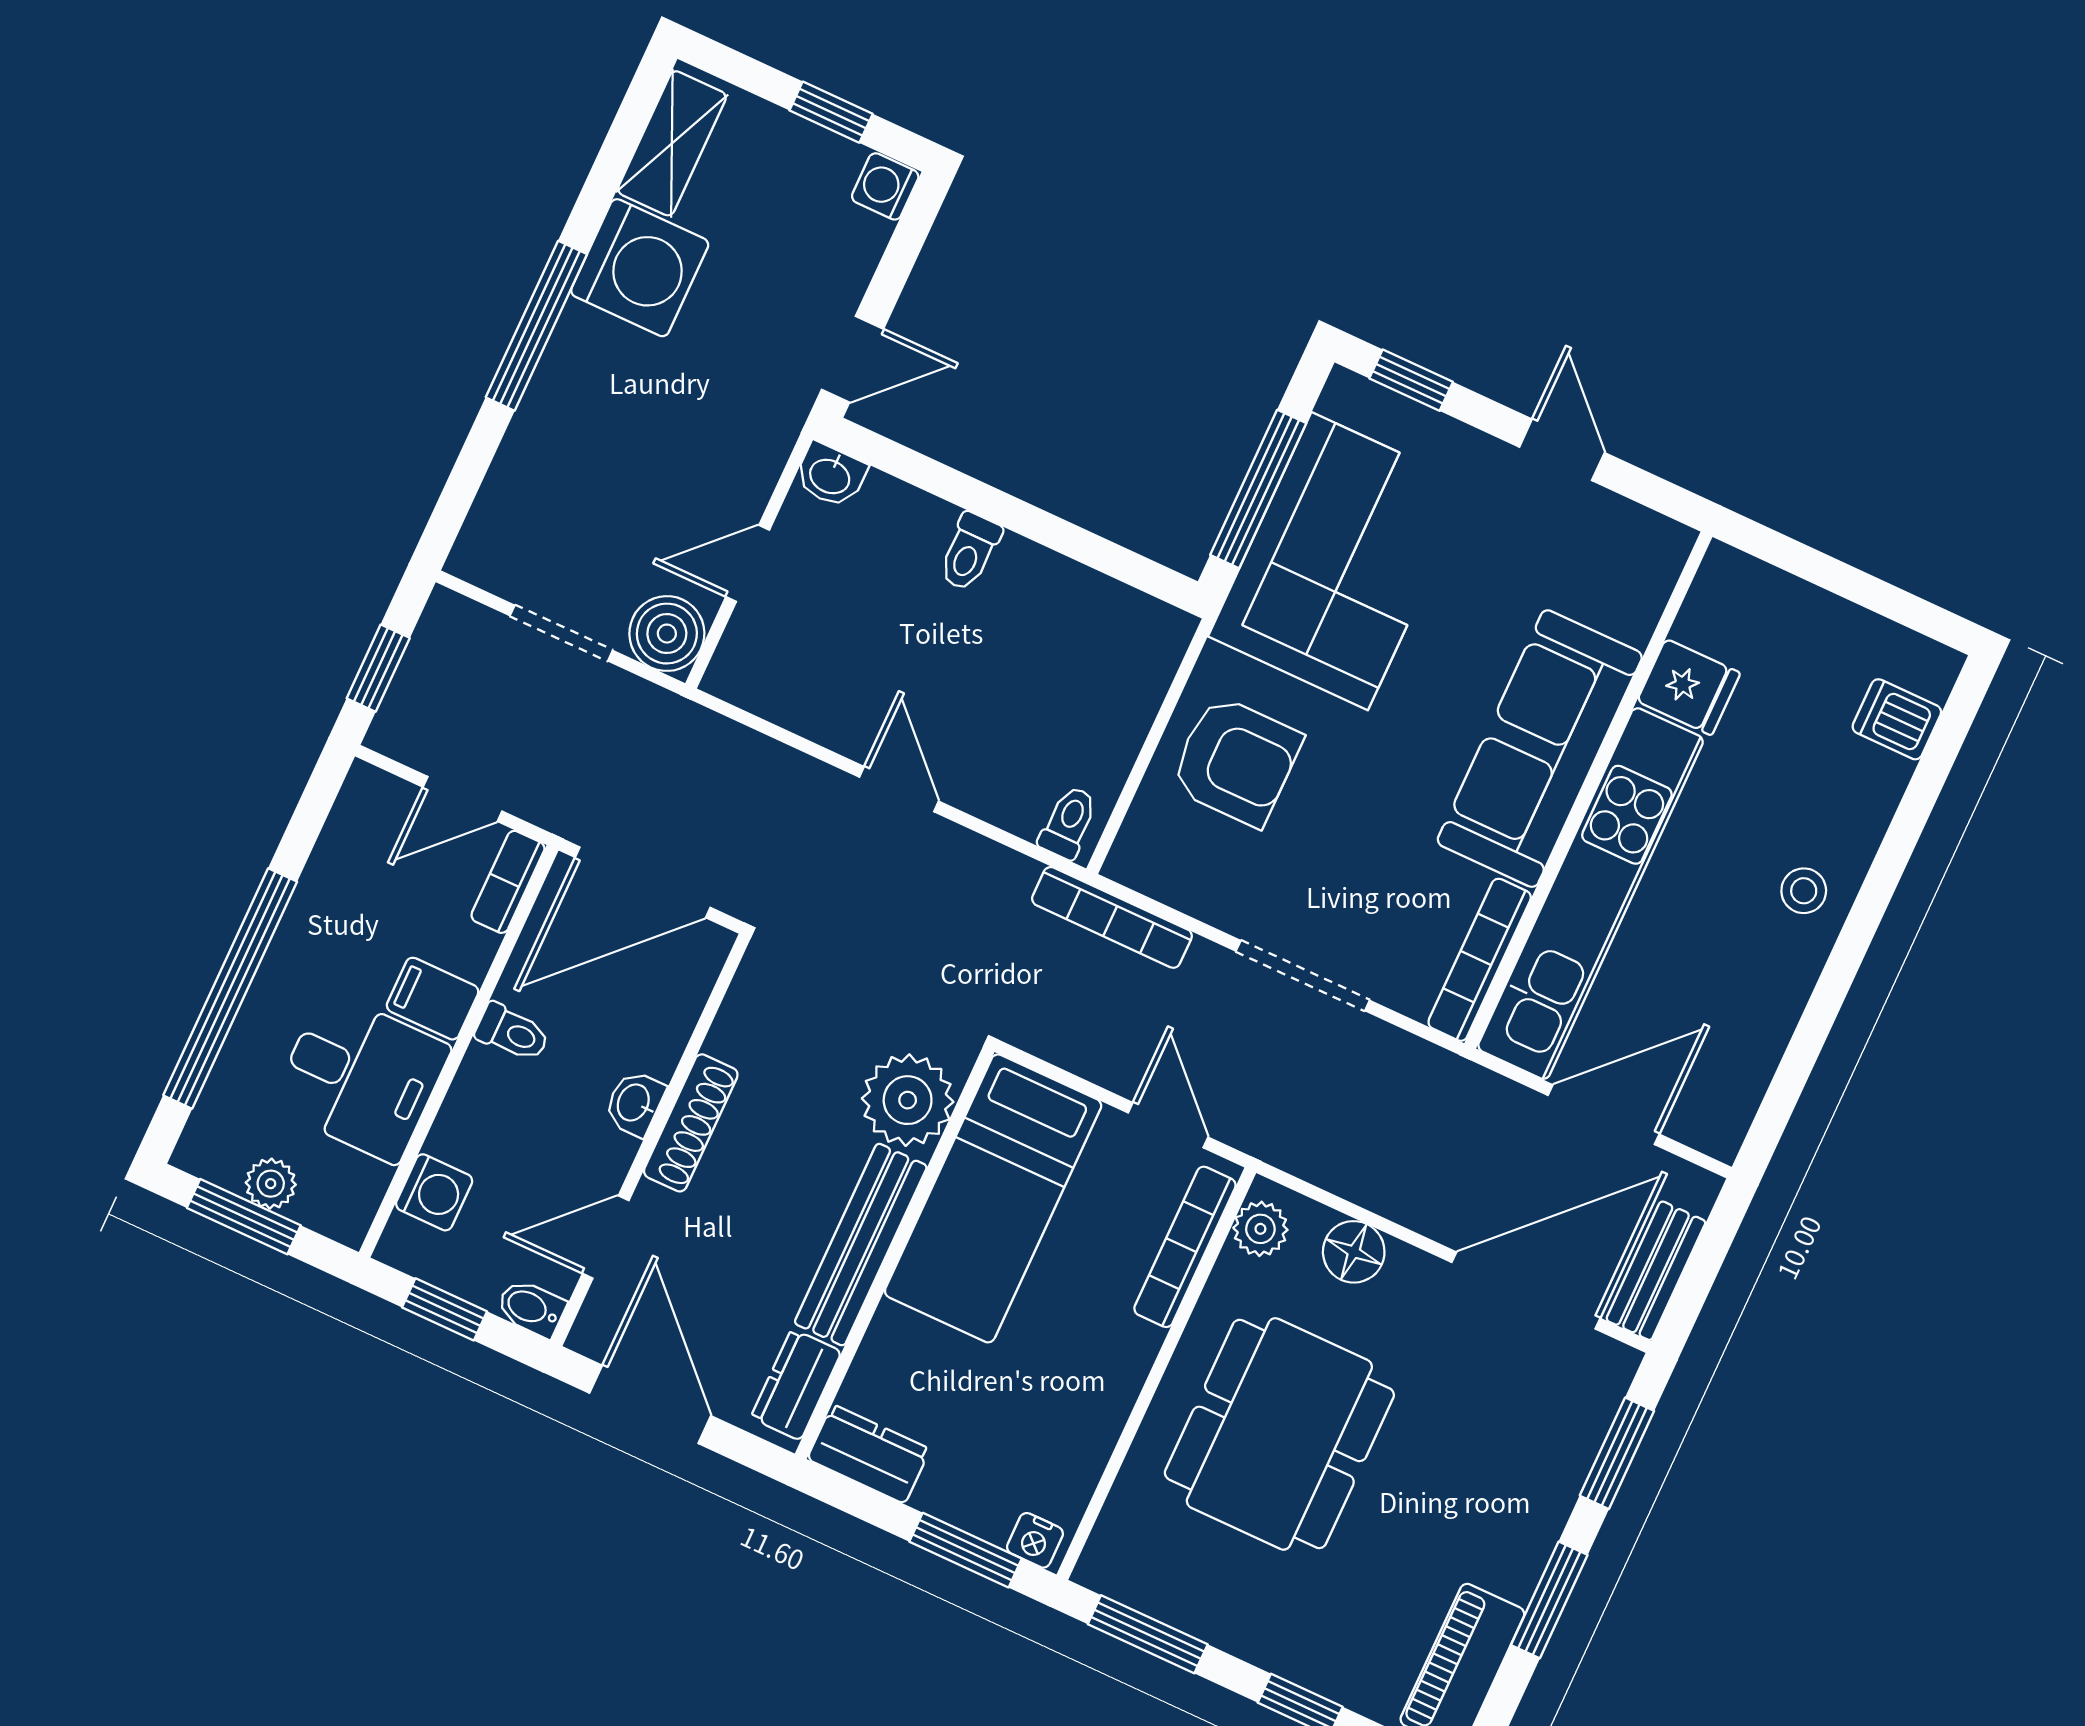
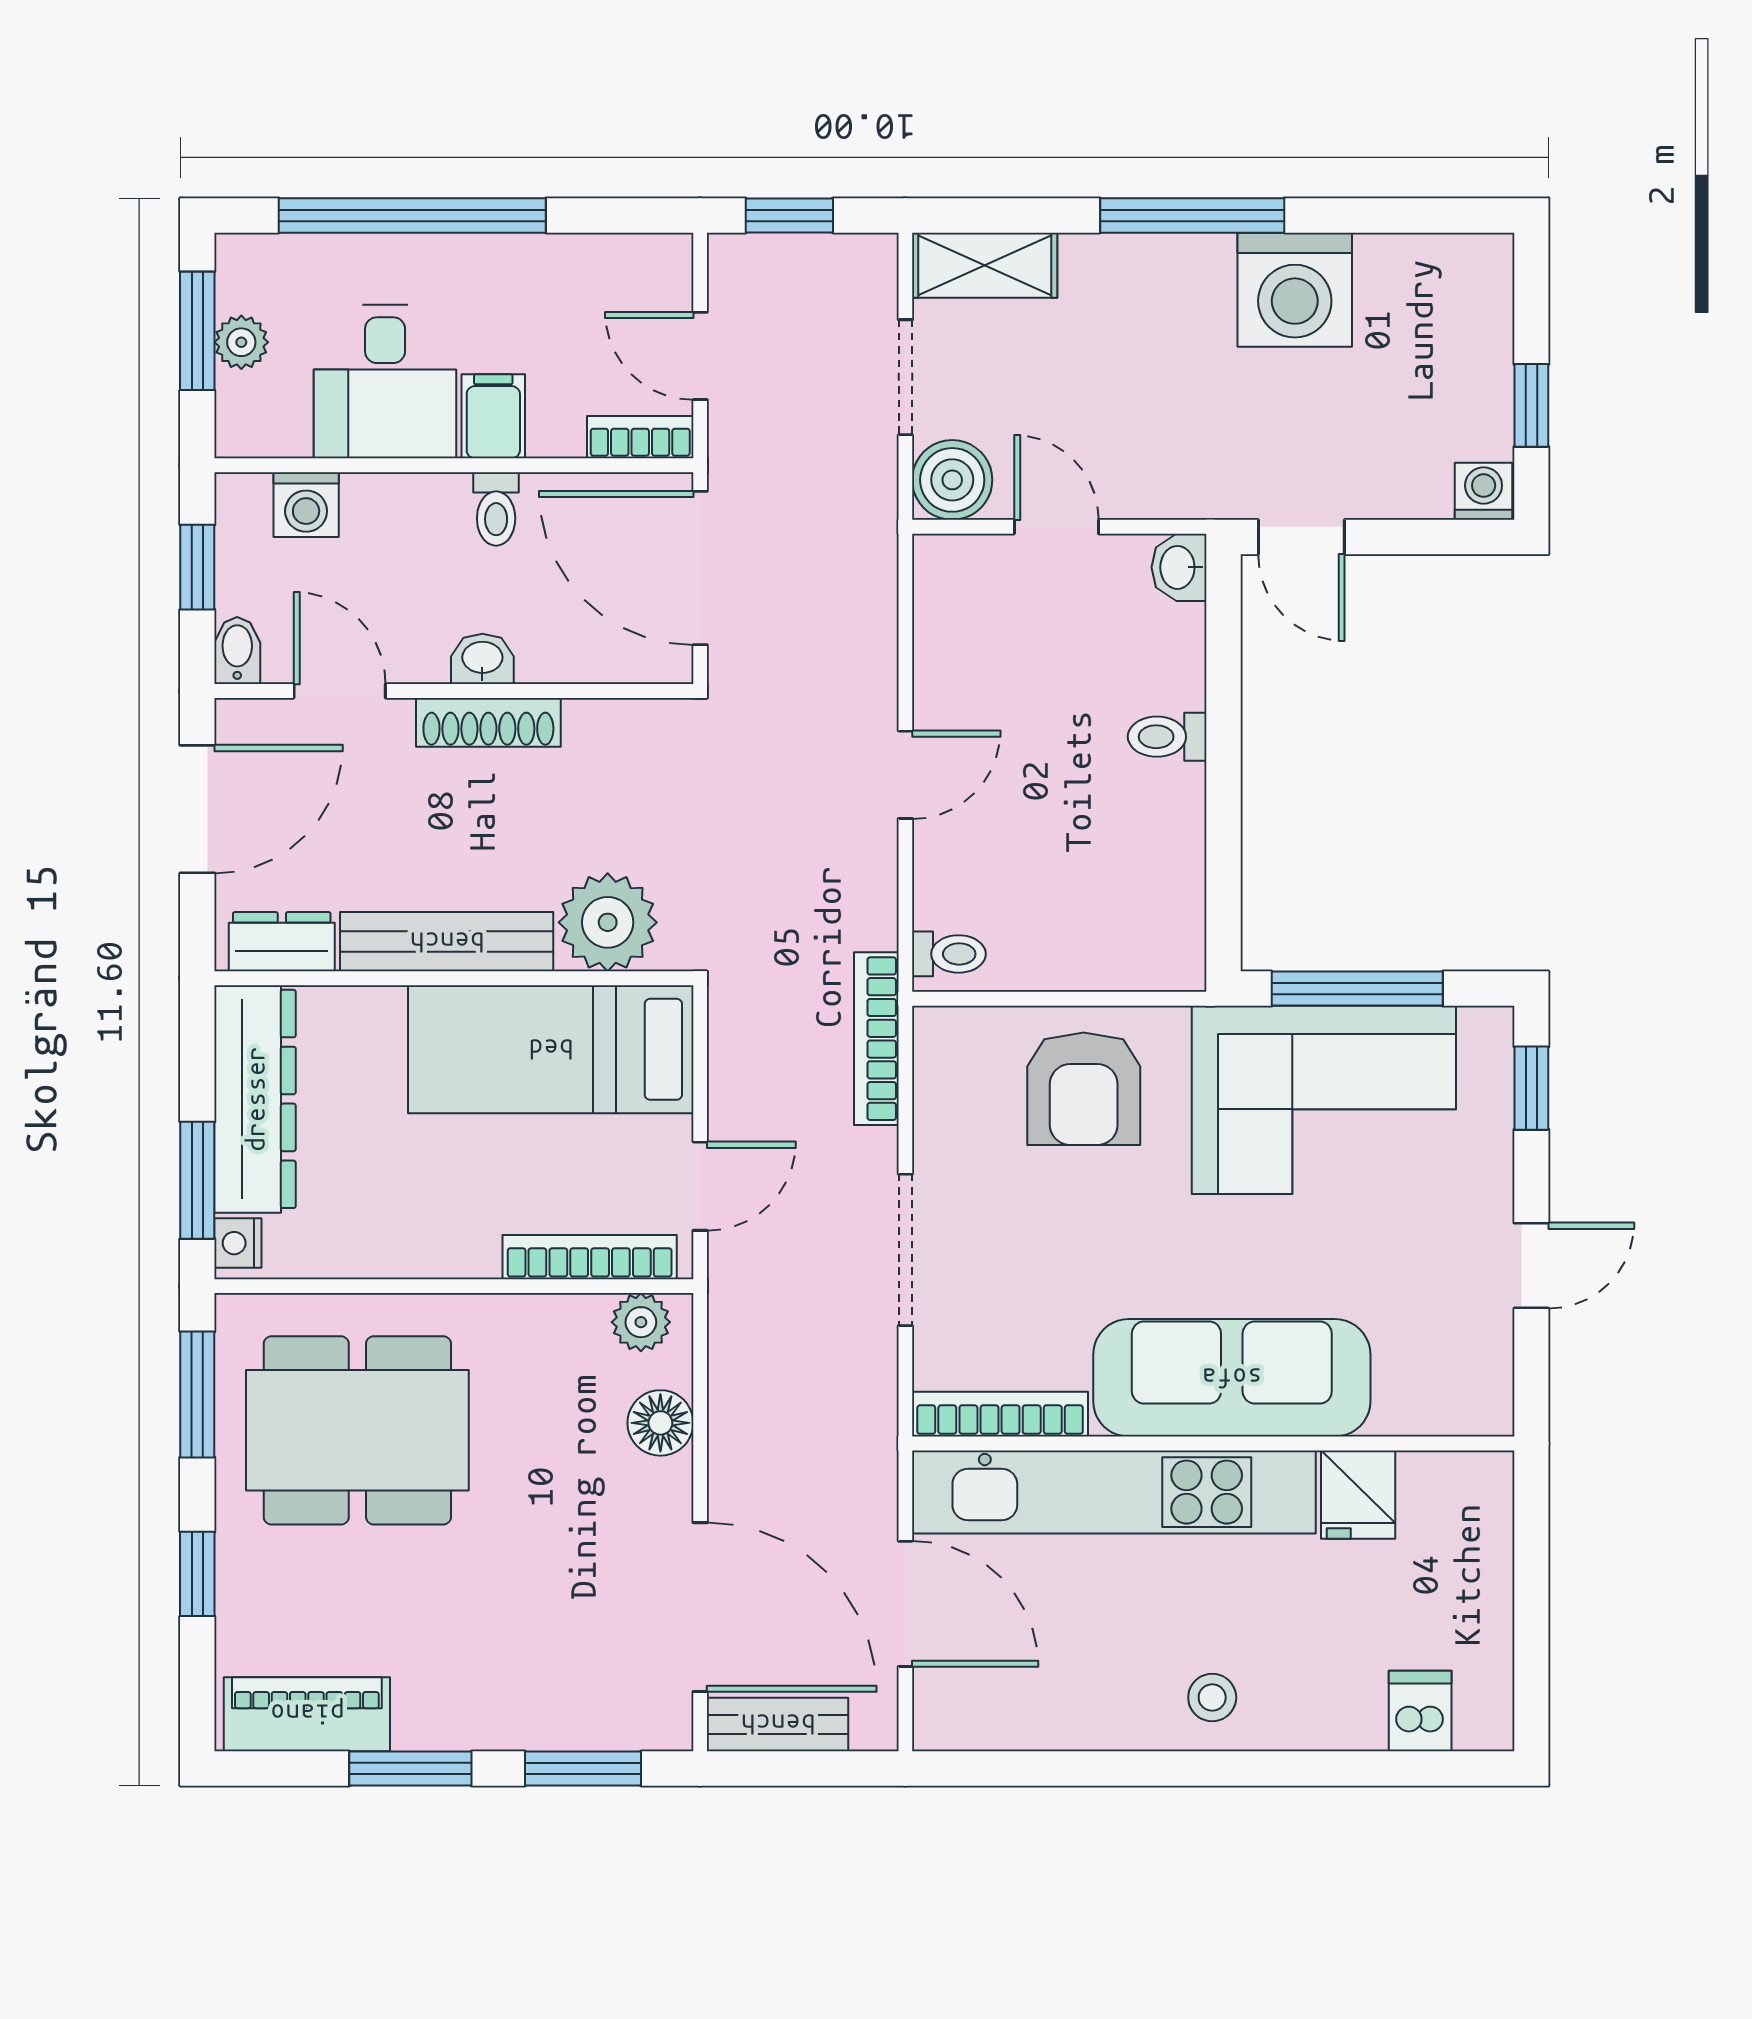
shelving: (672, 143) -> (985, 265), moved
dining table: (1279, 1434) -> (357, 1430), moved
dresser: (869, 1454) -> (255, 1099), width x1.96, depth x1.24

